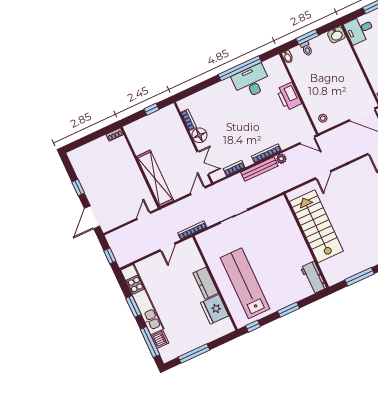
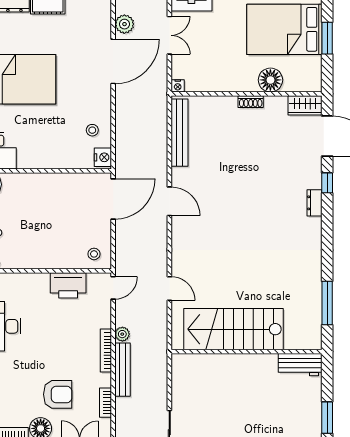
printer: (289, 96) -> (68, 285), moved
armchair: (225, 136) -> (58, 394), added

